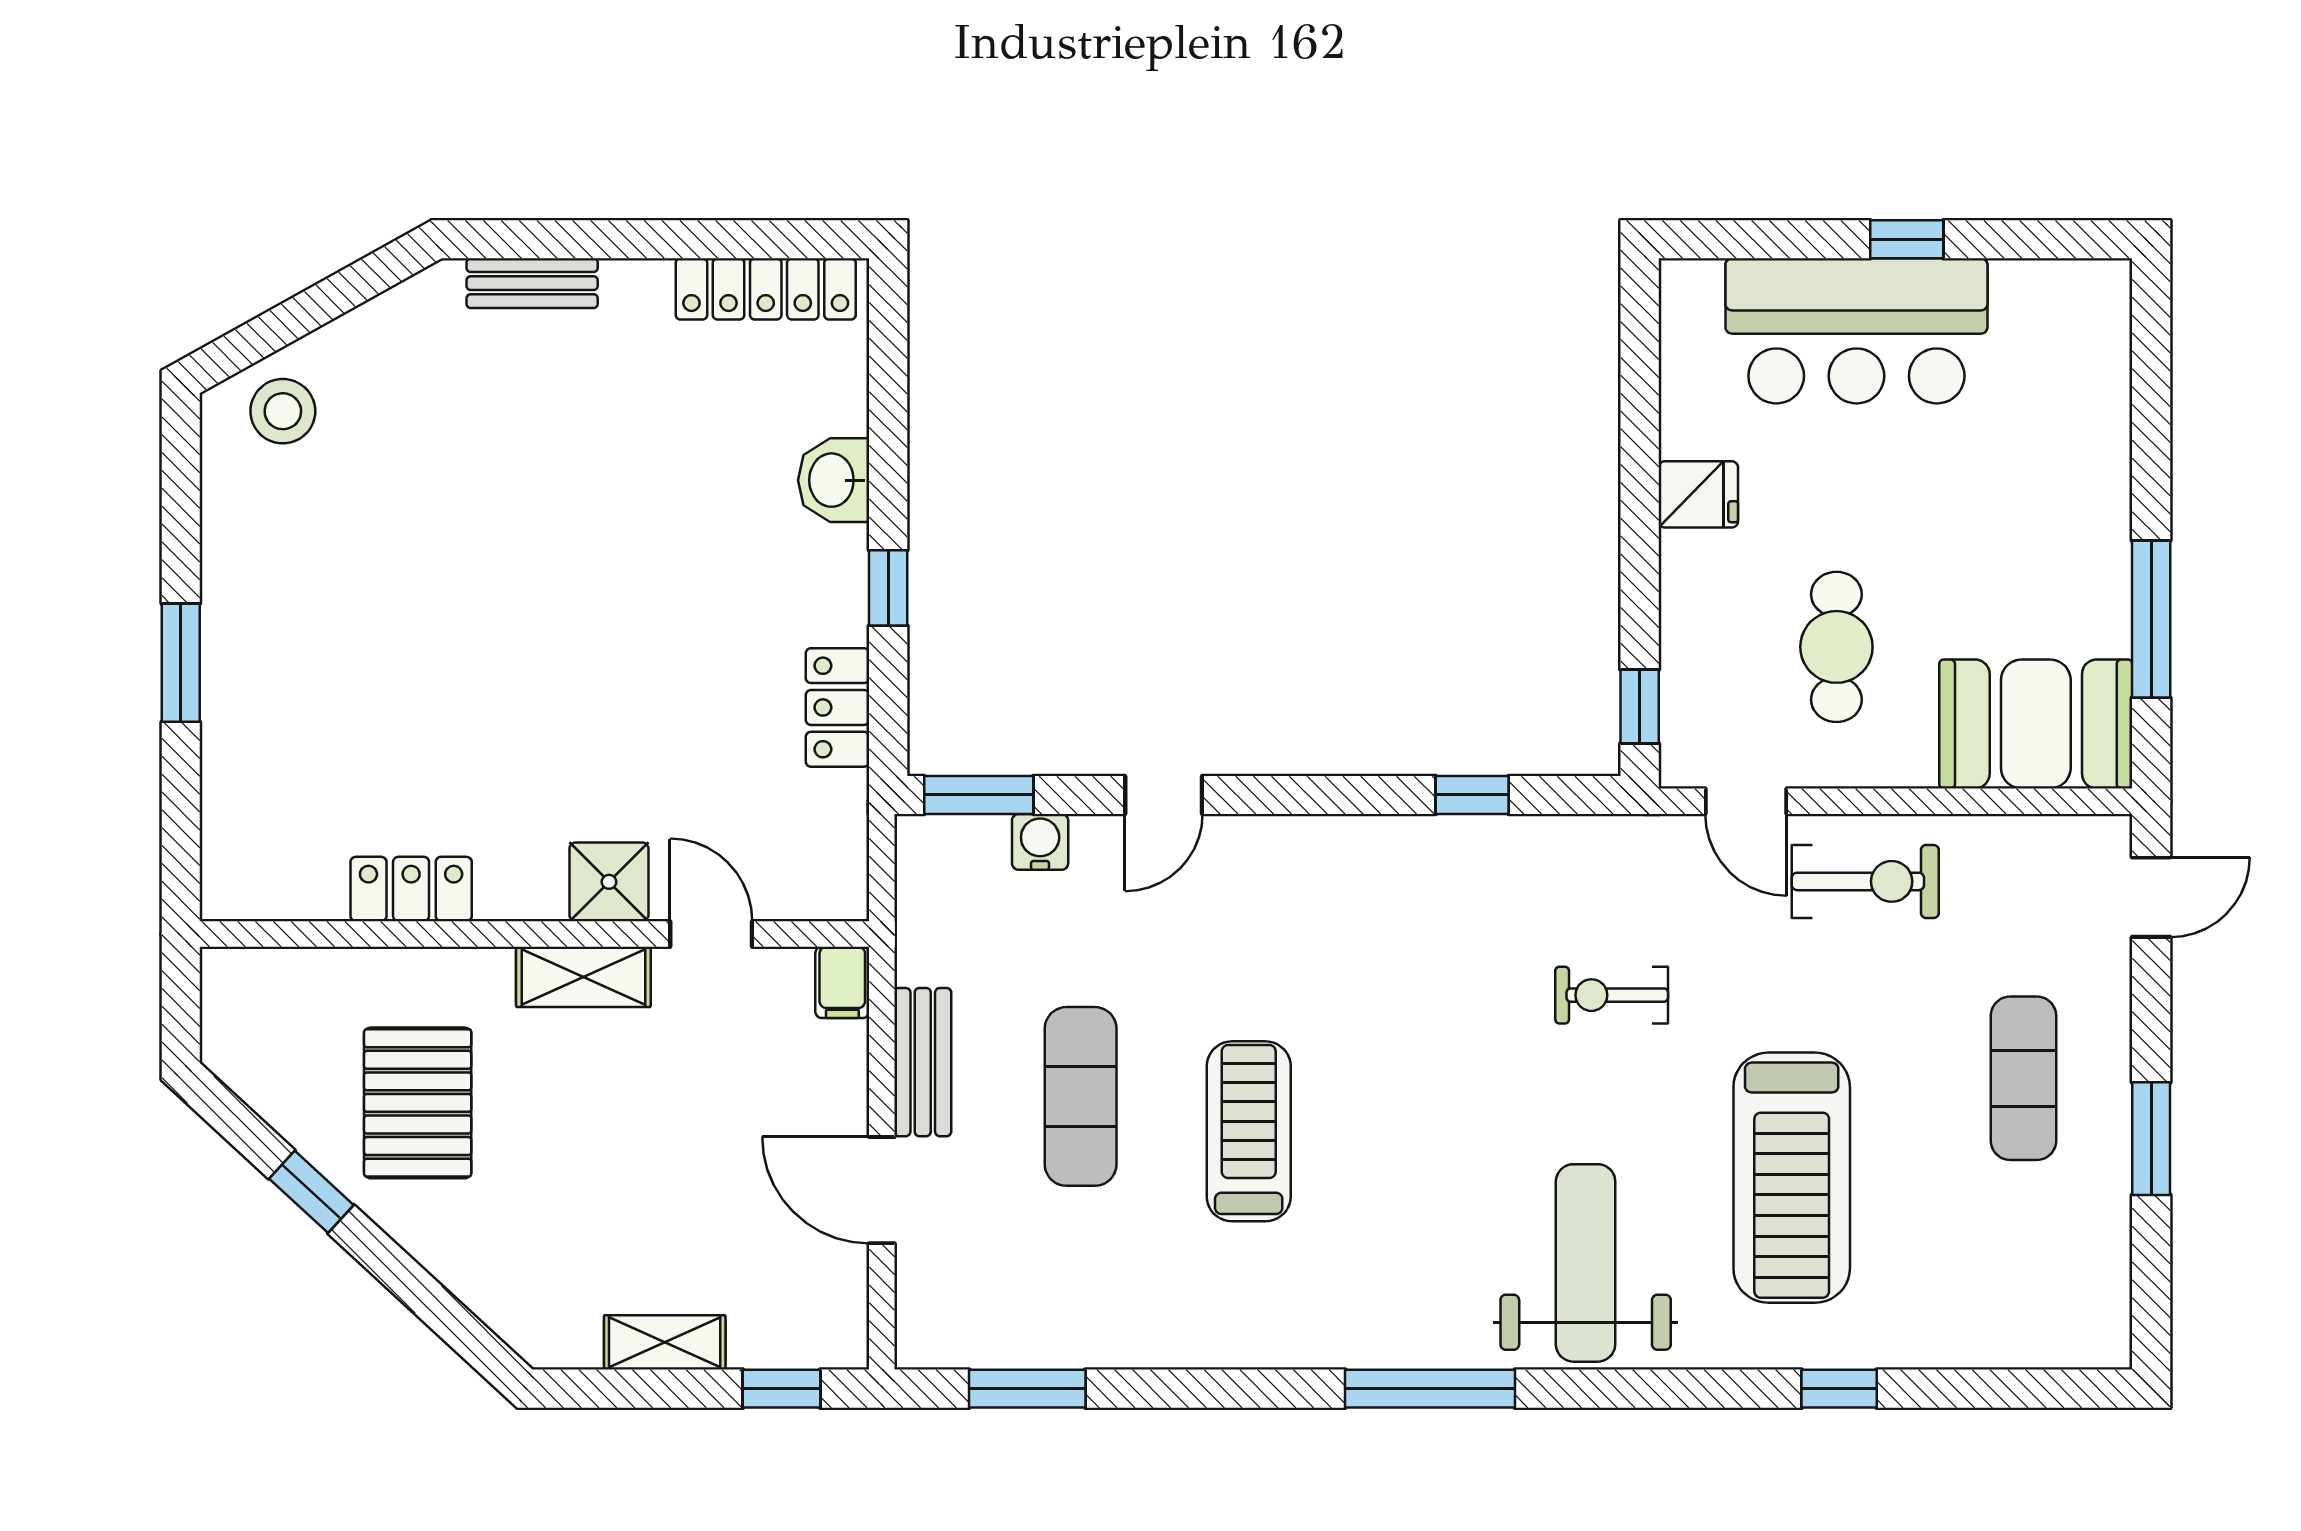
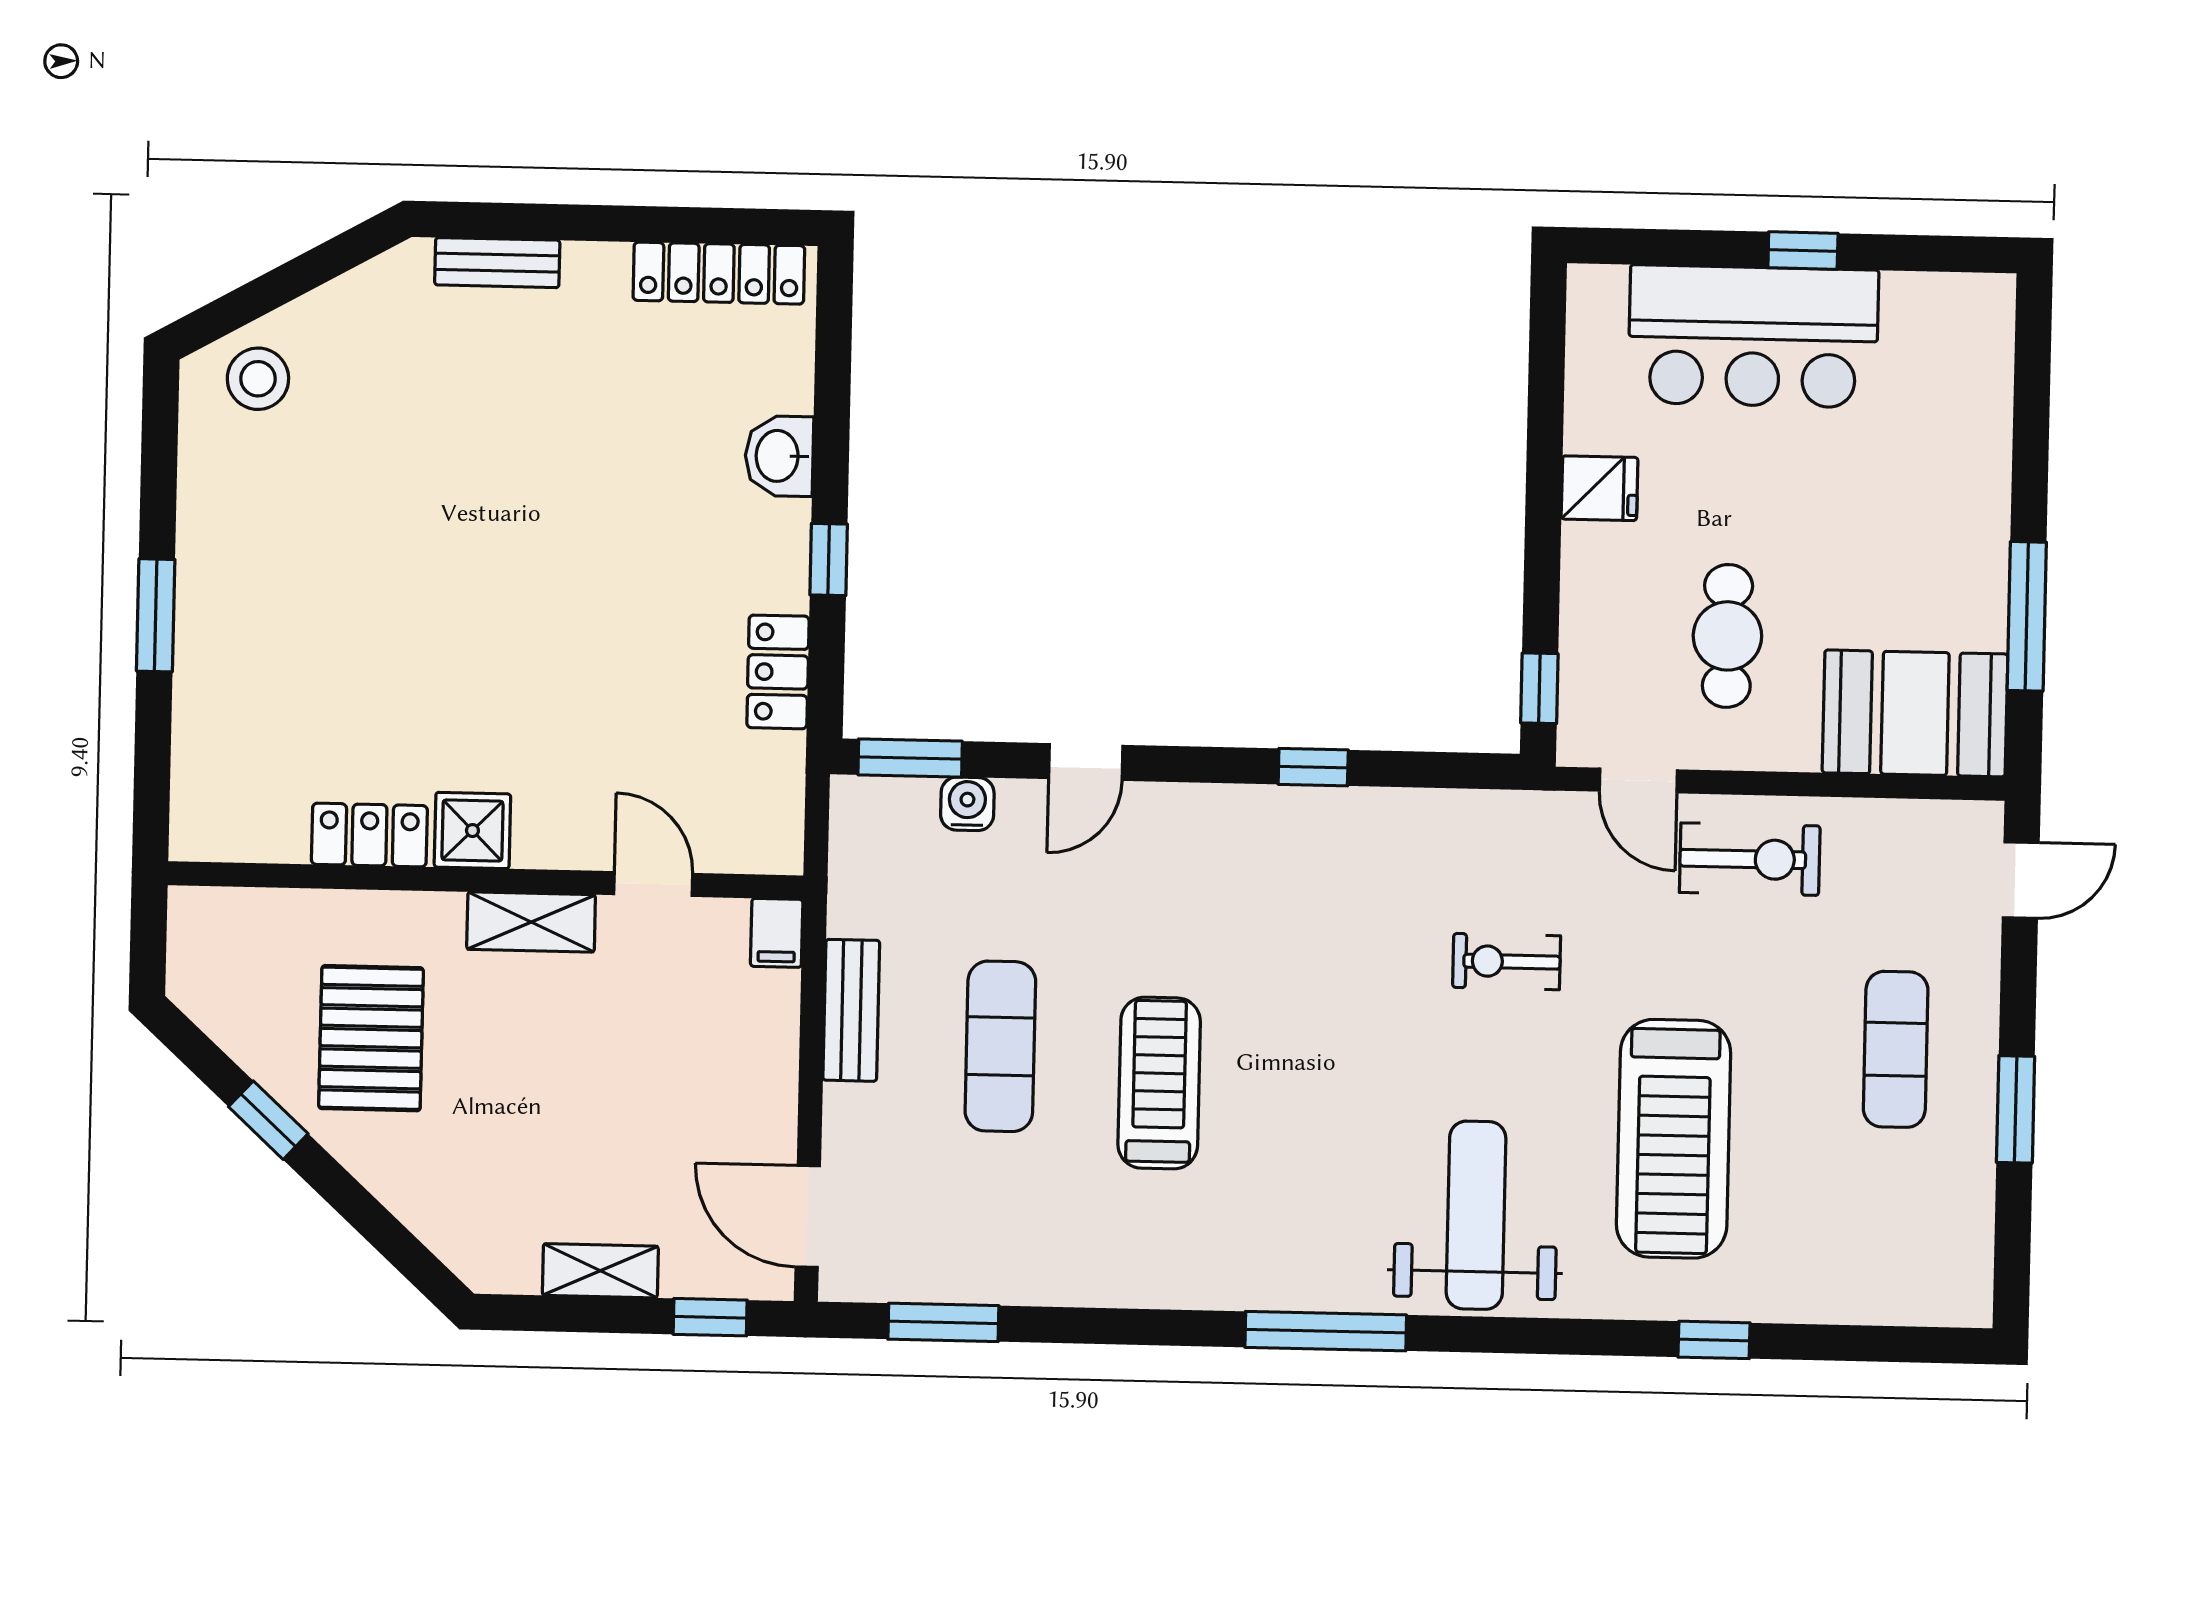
window: (1472, 795) -> (1313, 767), moved
shower: (609, 882) -> (472, 831), moved
door: (882, 1190) -> (808, 1216), moved

